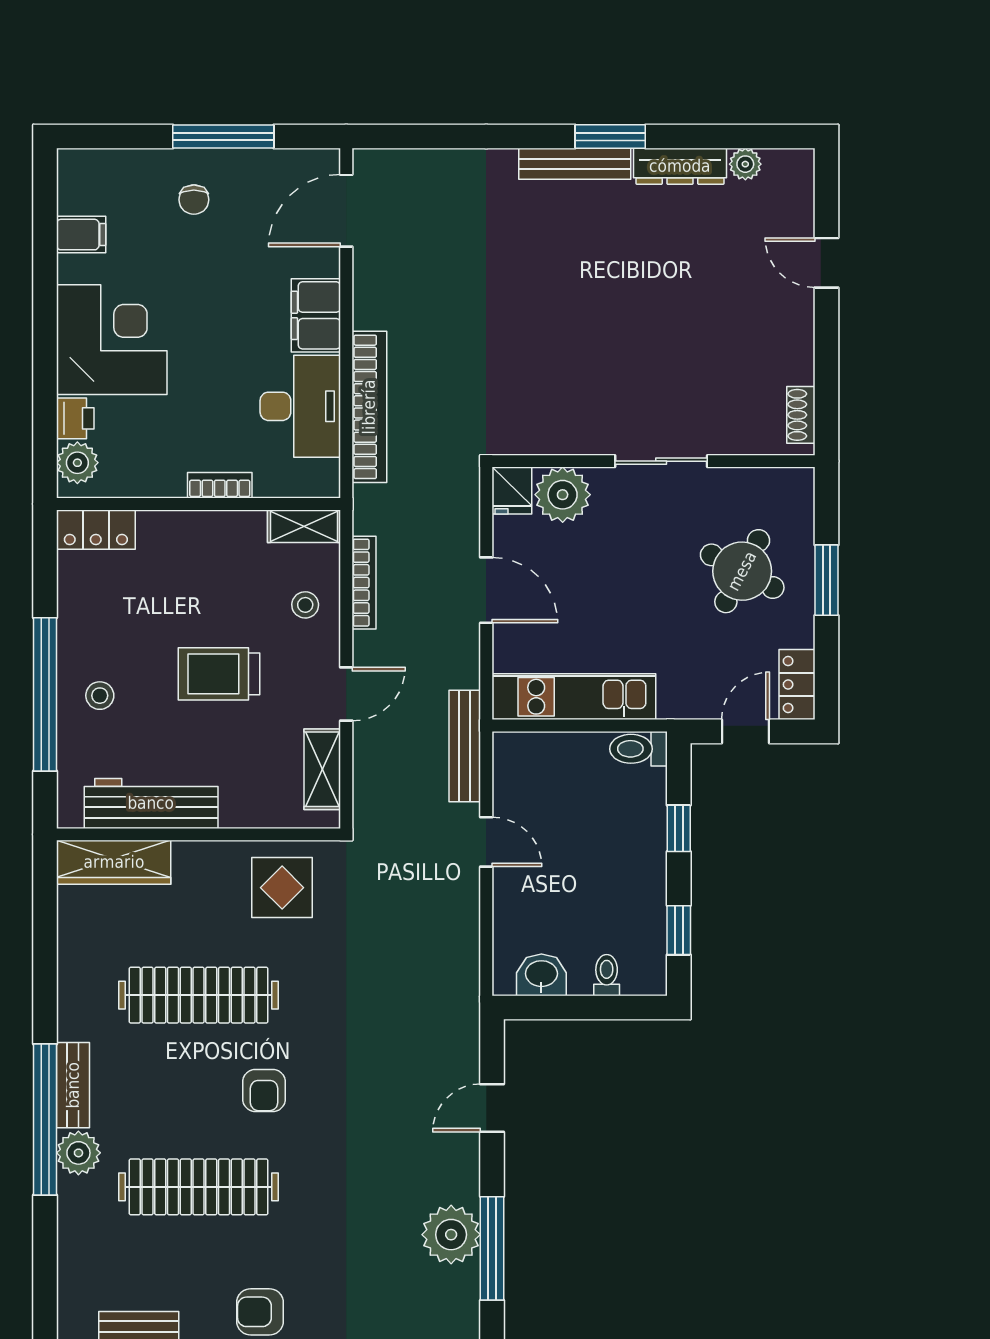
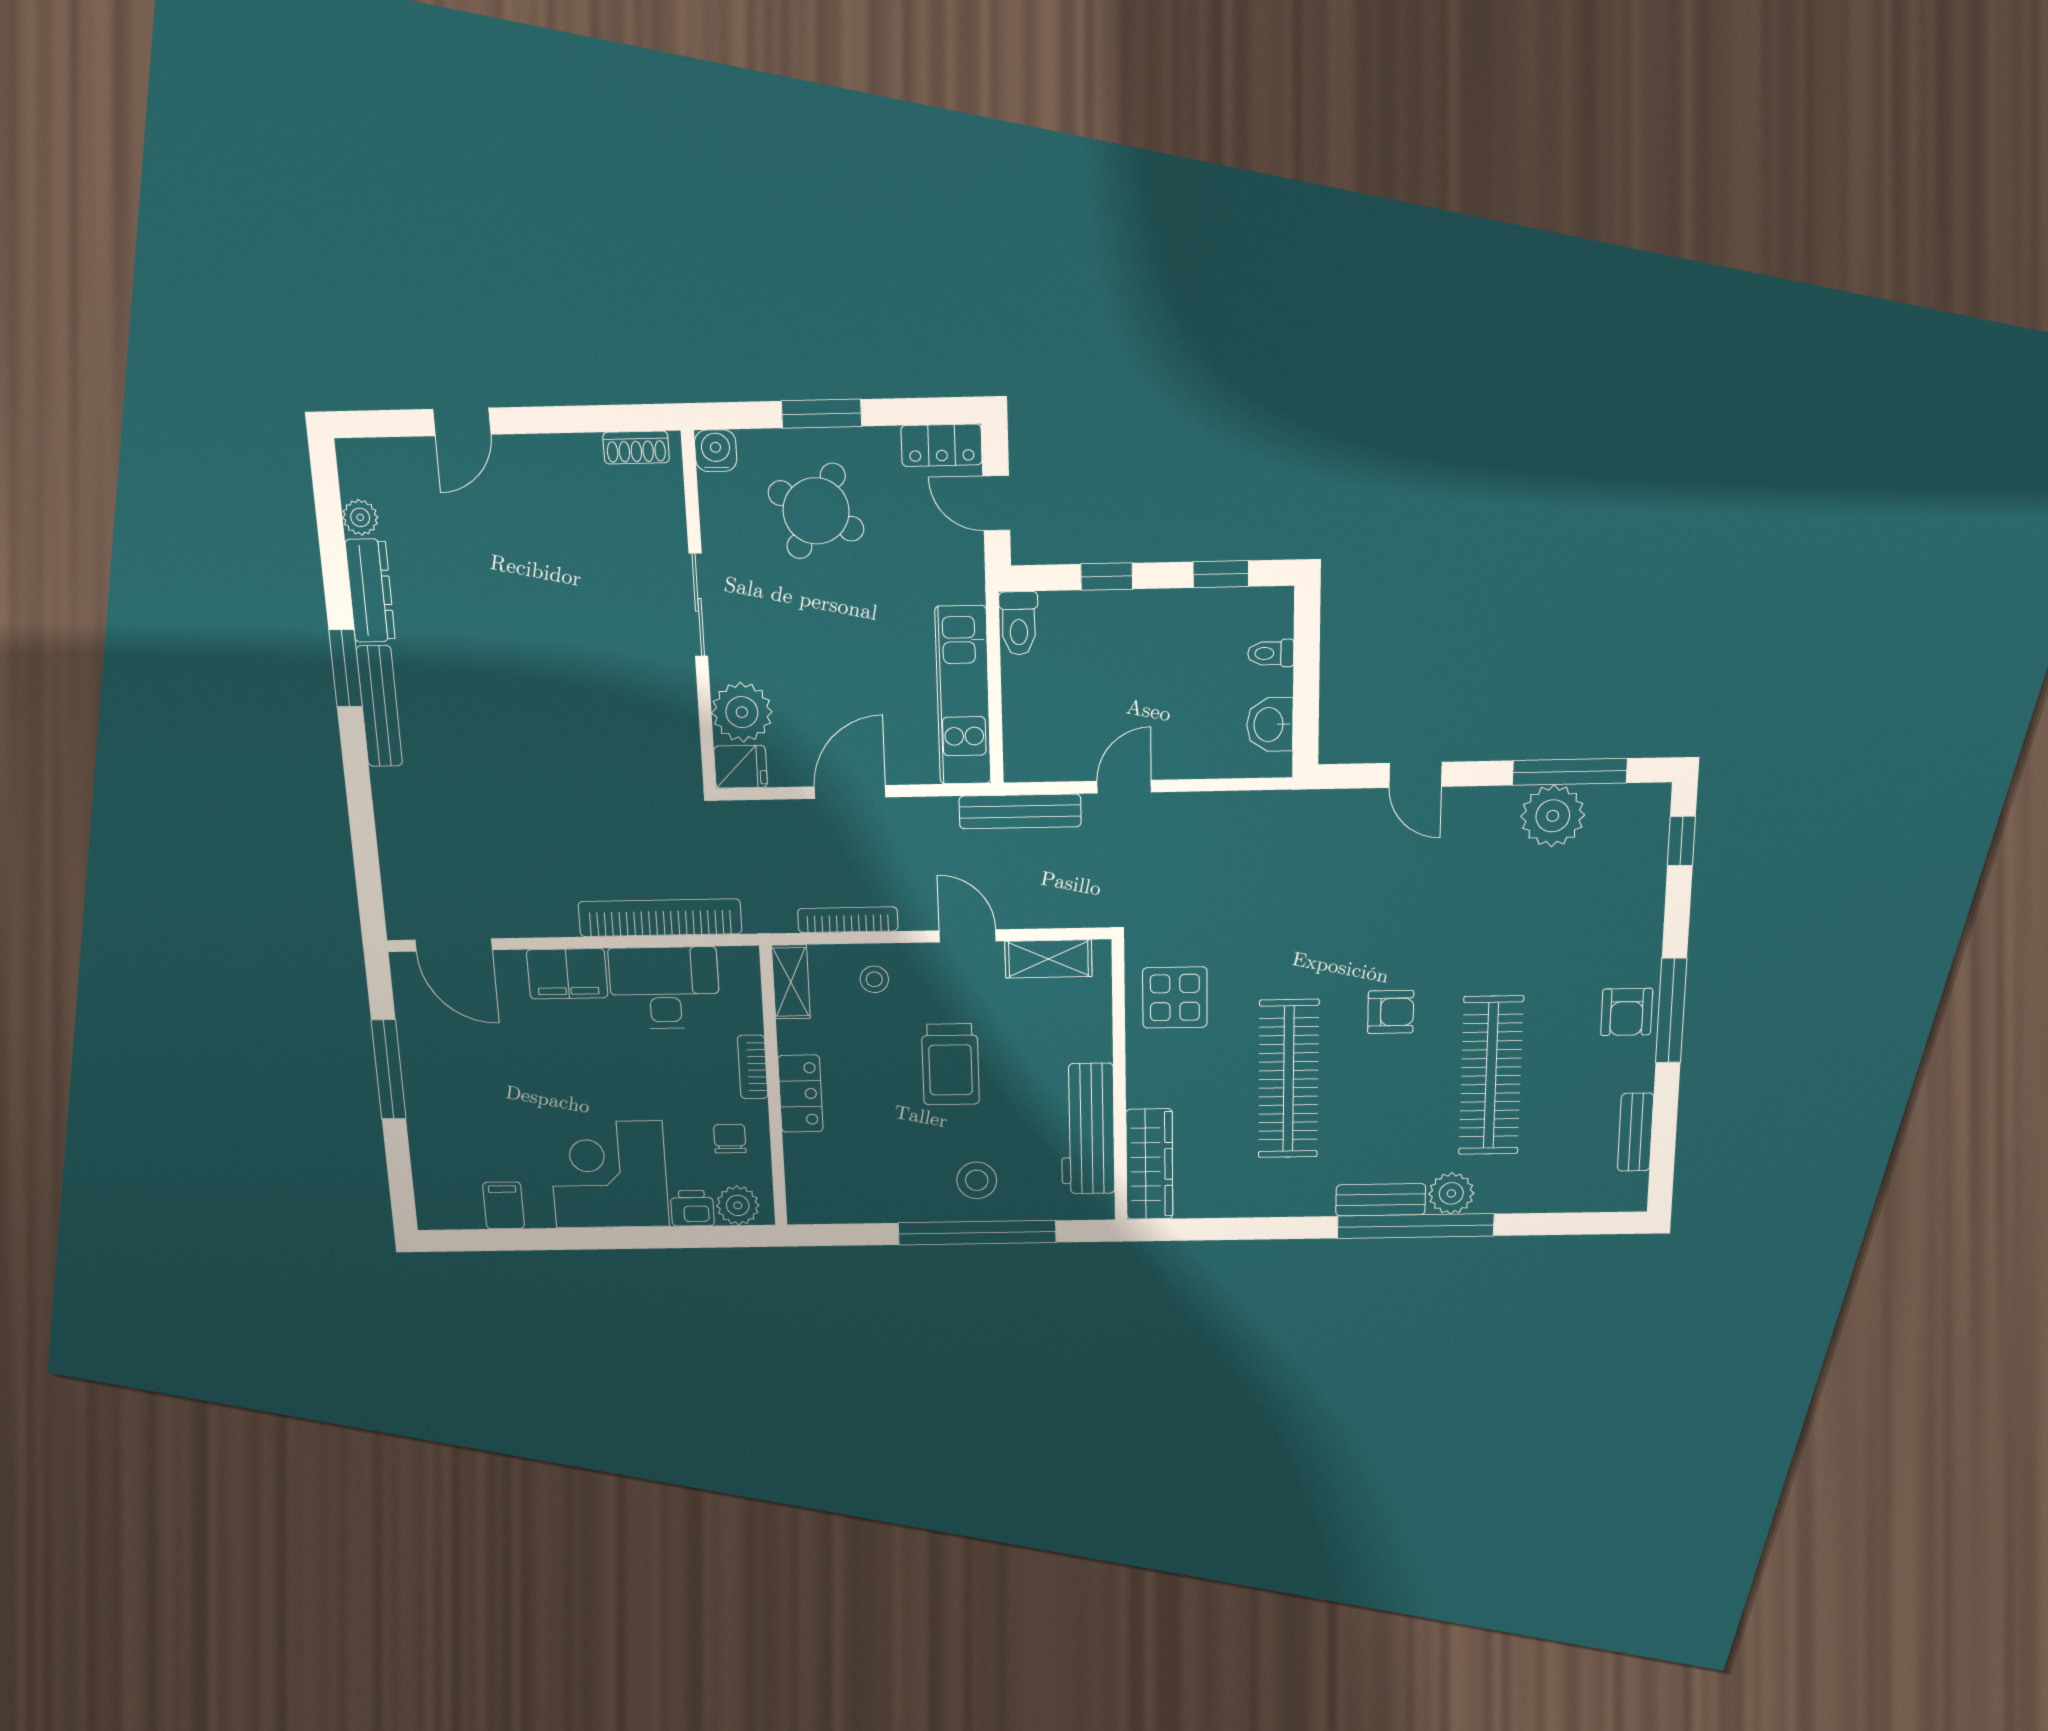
chair: (194, 200) -> (730, 1139), moved, turned -90
water cooler: (797, 485) -> (716, 451), added
locker: (96, 530) -> (800, 1094), moved
stool: (100, 696) -> (977, 1180), width x1.37, depth x1.37

